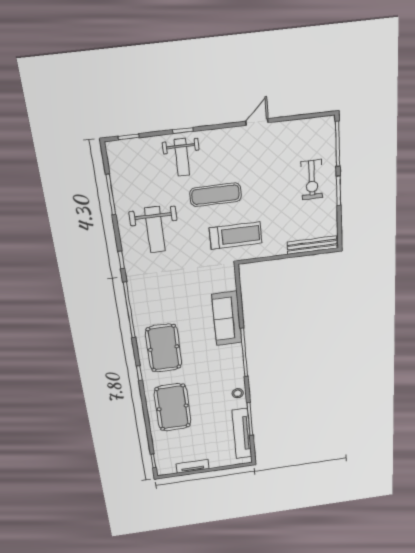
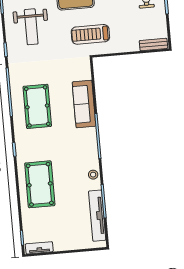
treadmill: (236, 236) -> (90, 34), turned 180
bench: (312, 245) -> (153, 44), width x0.73
pool table: (164, 348) -> (37, 106), moved
tv unit: (192, 466) -> (39, 248), moved

